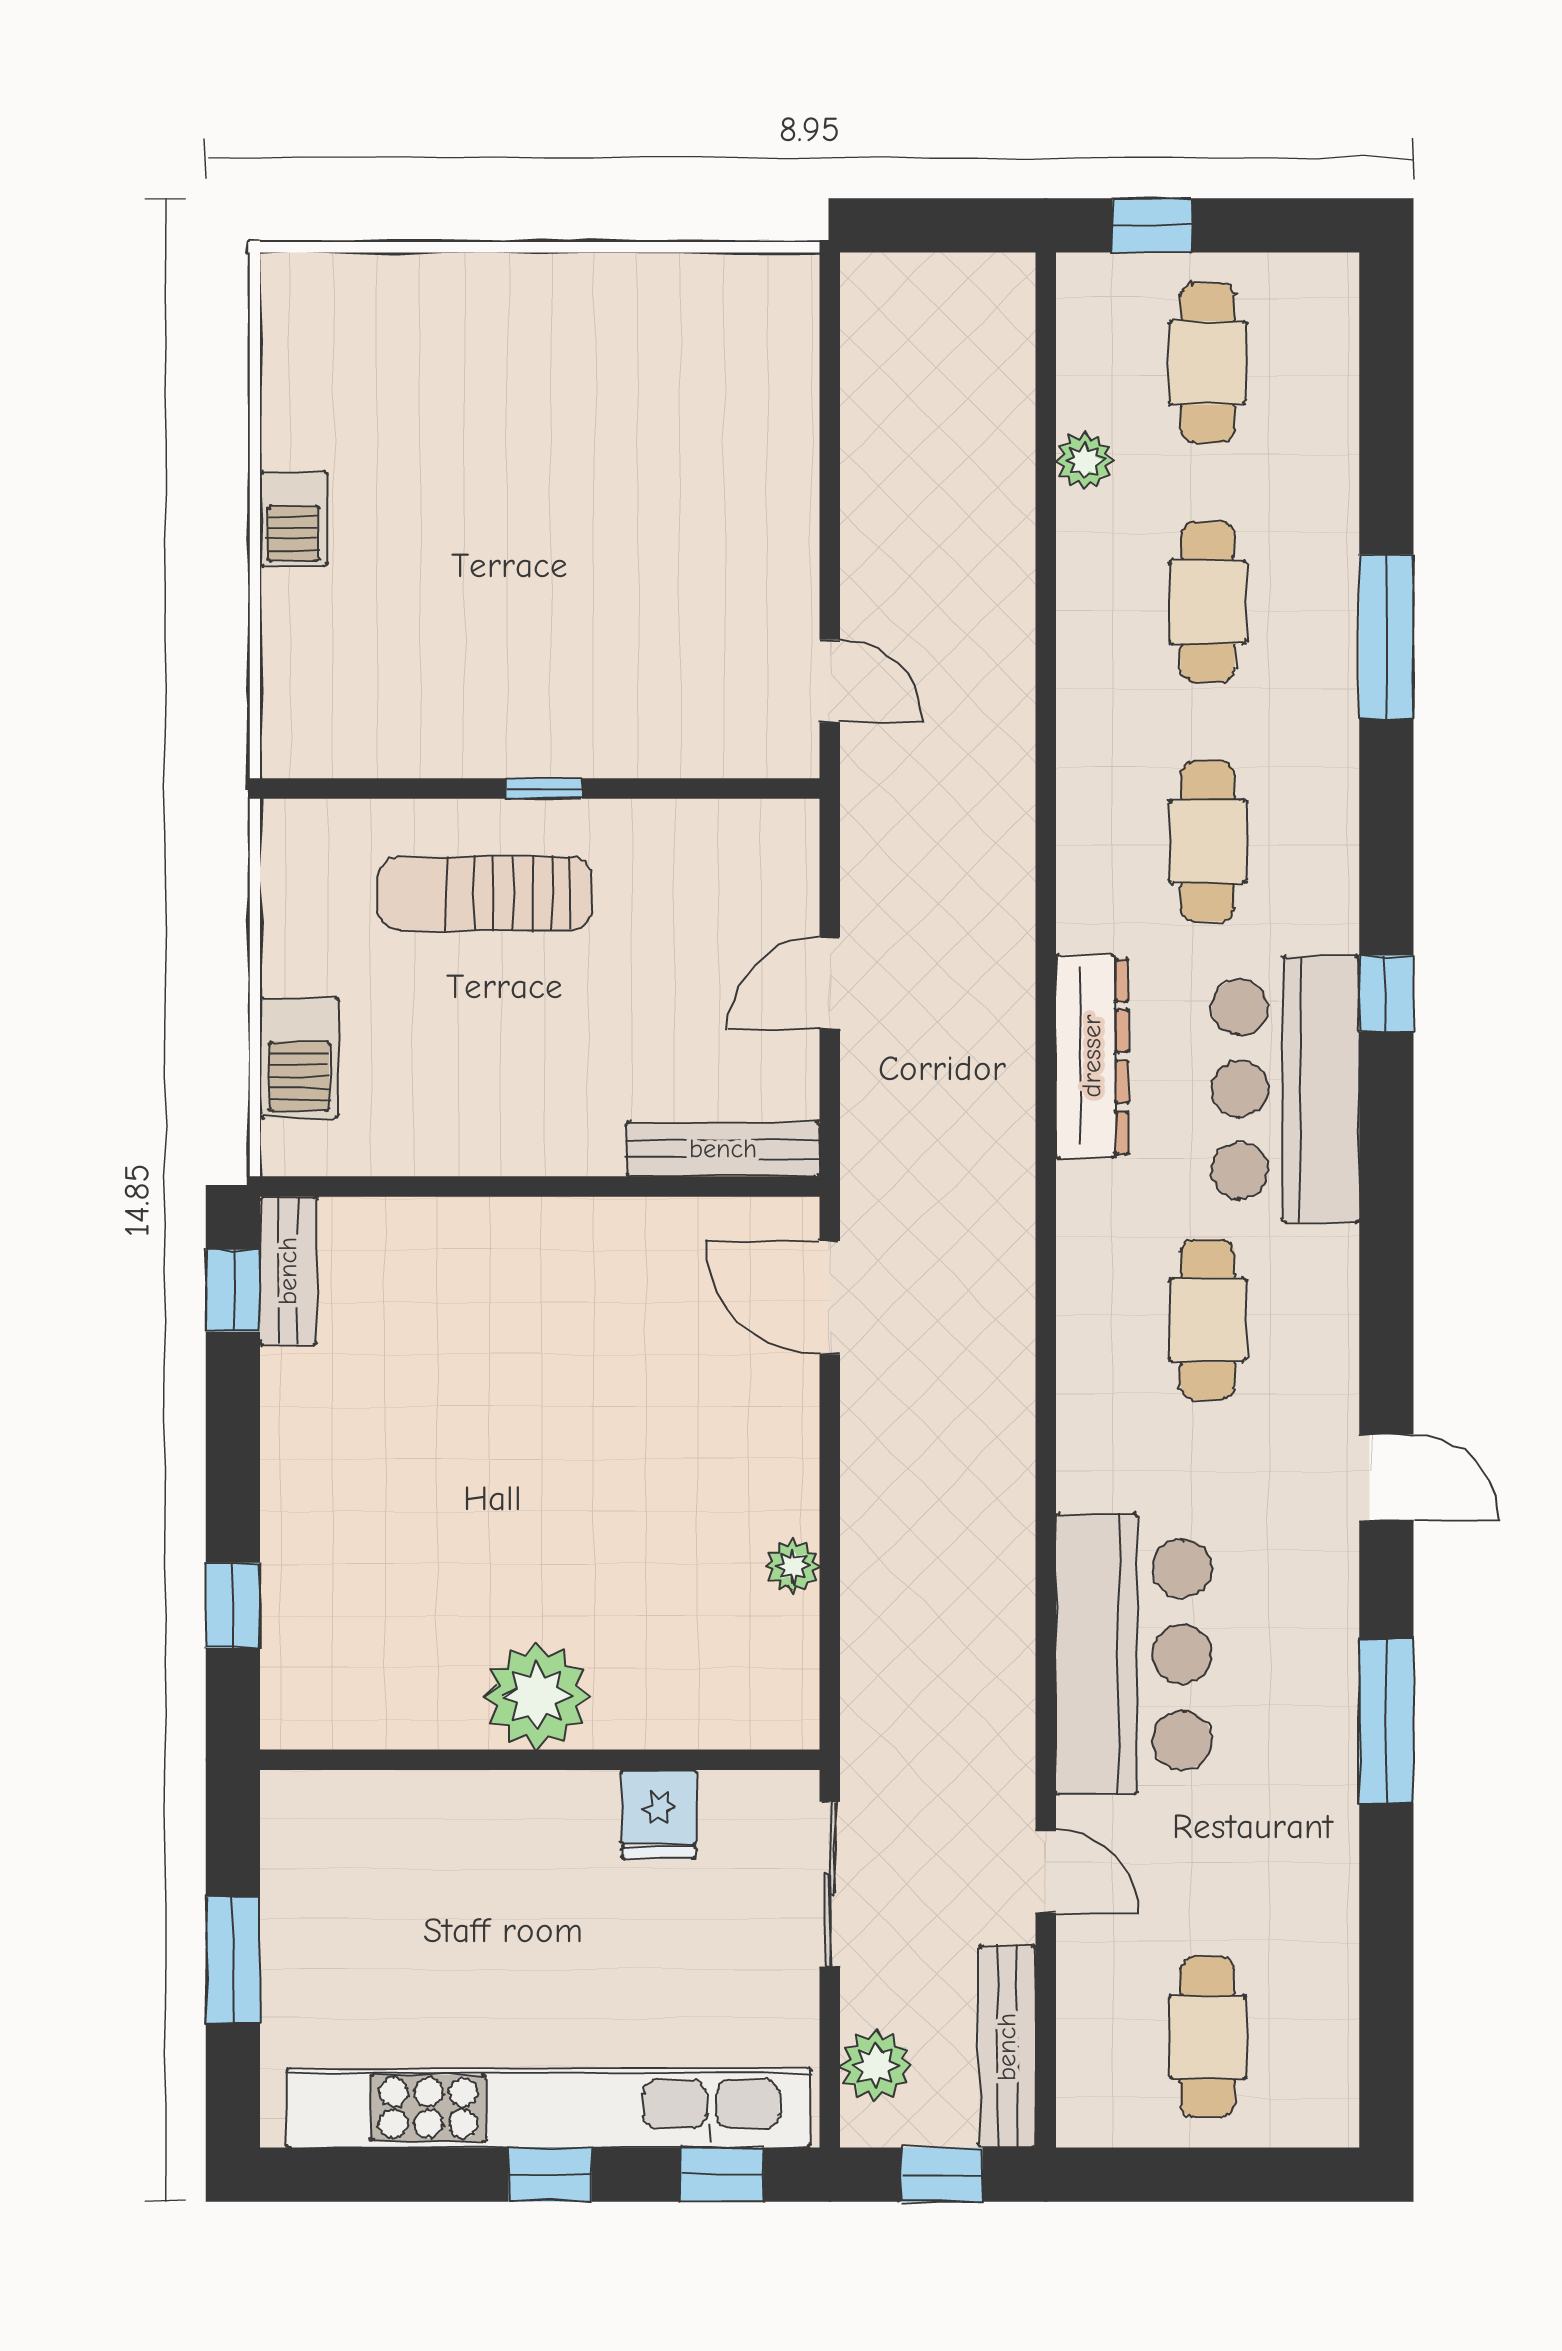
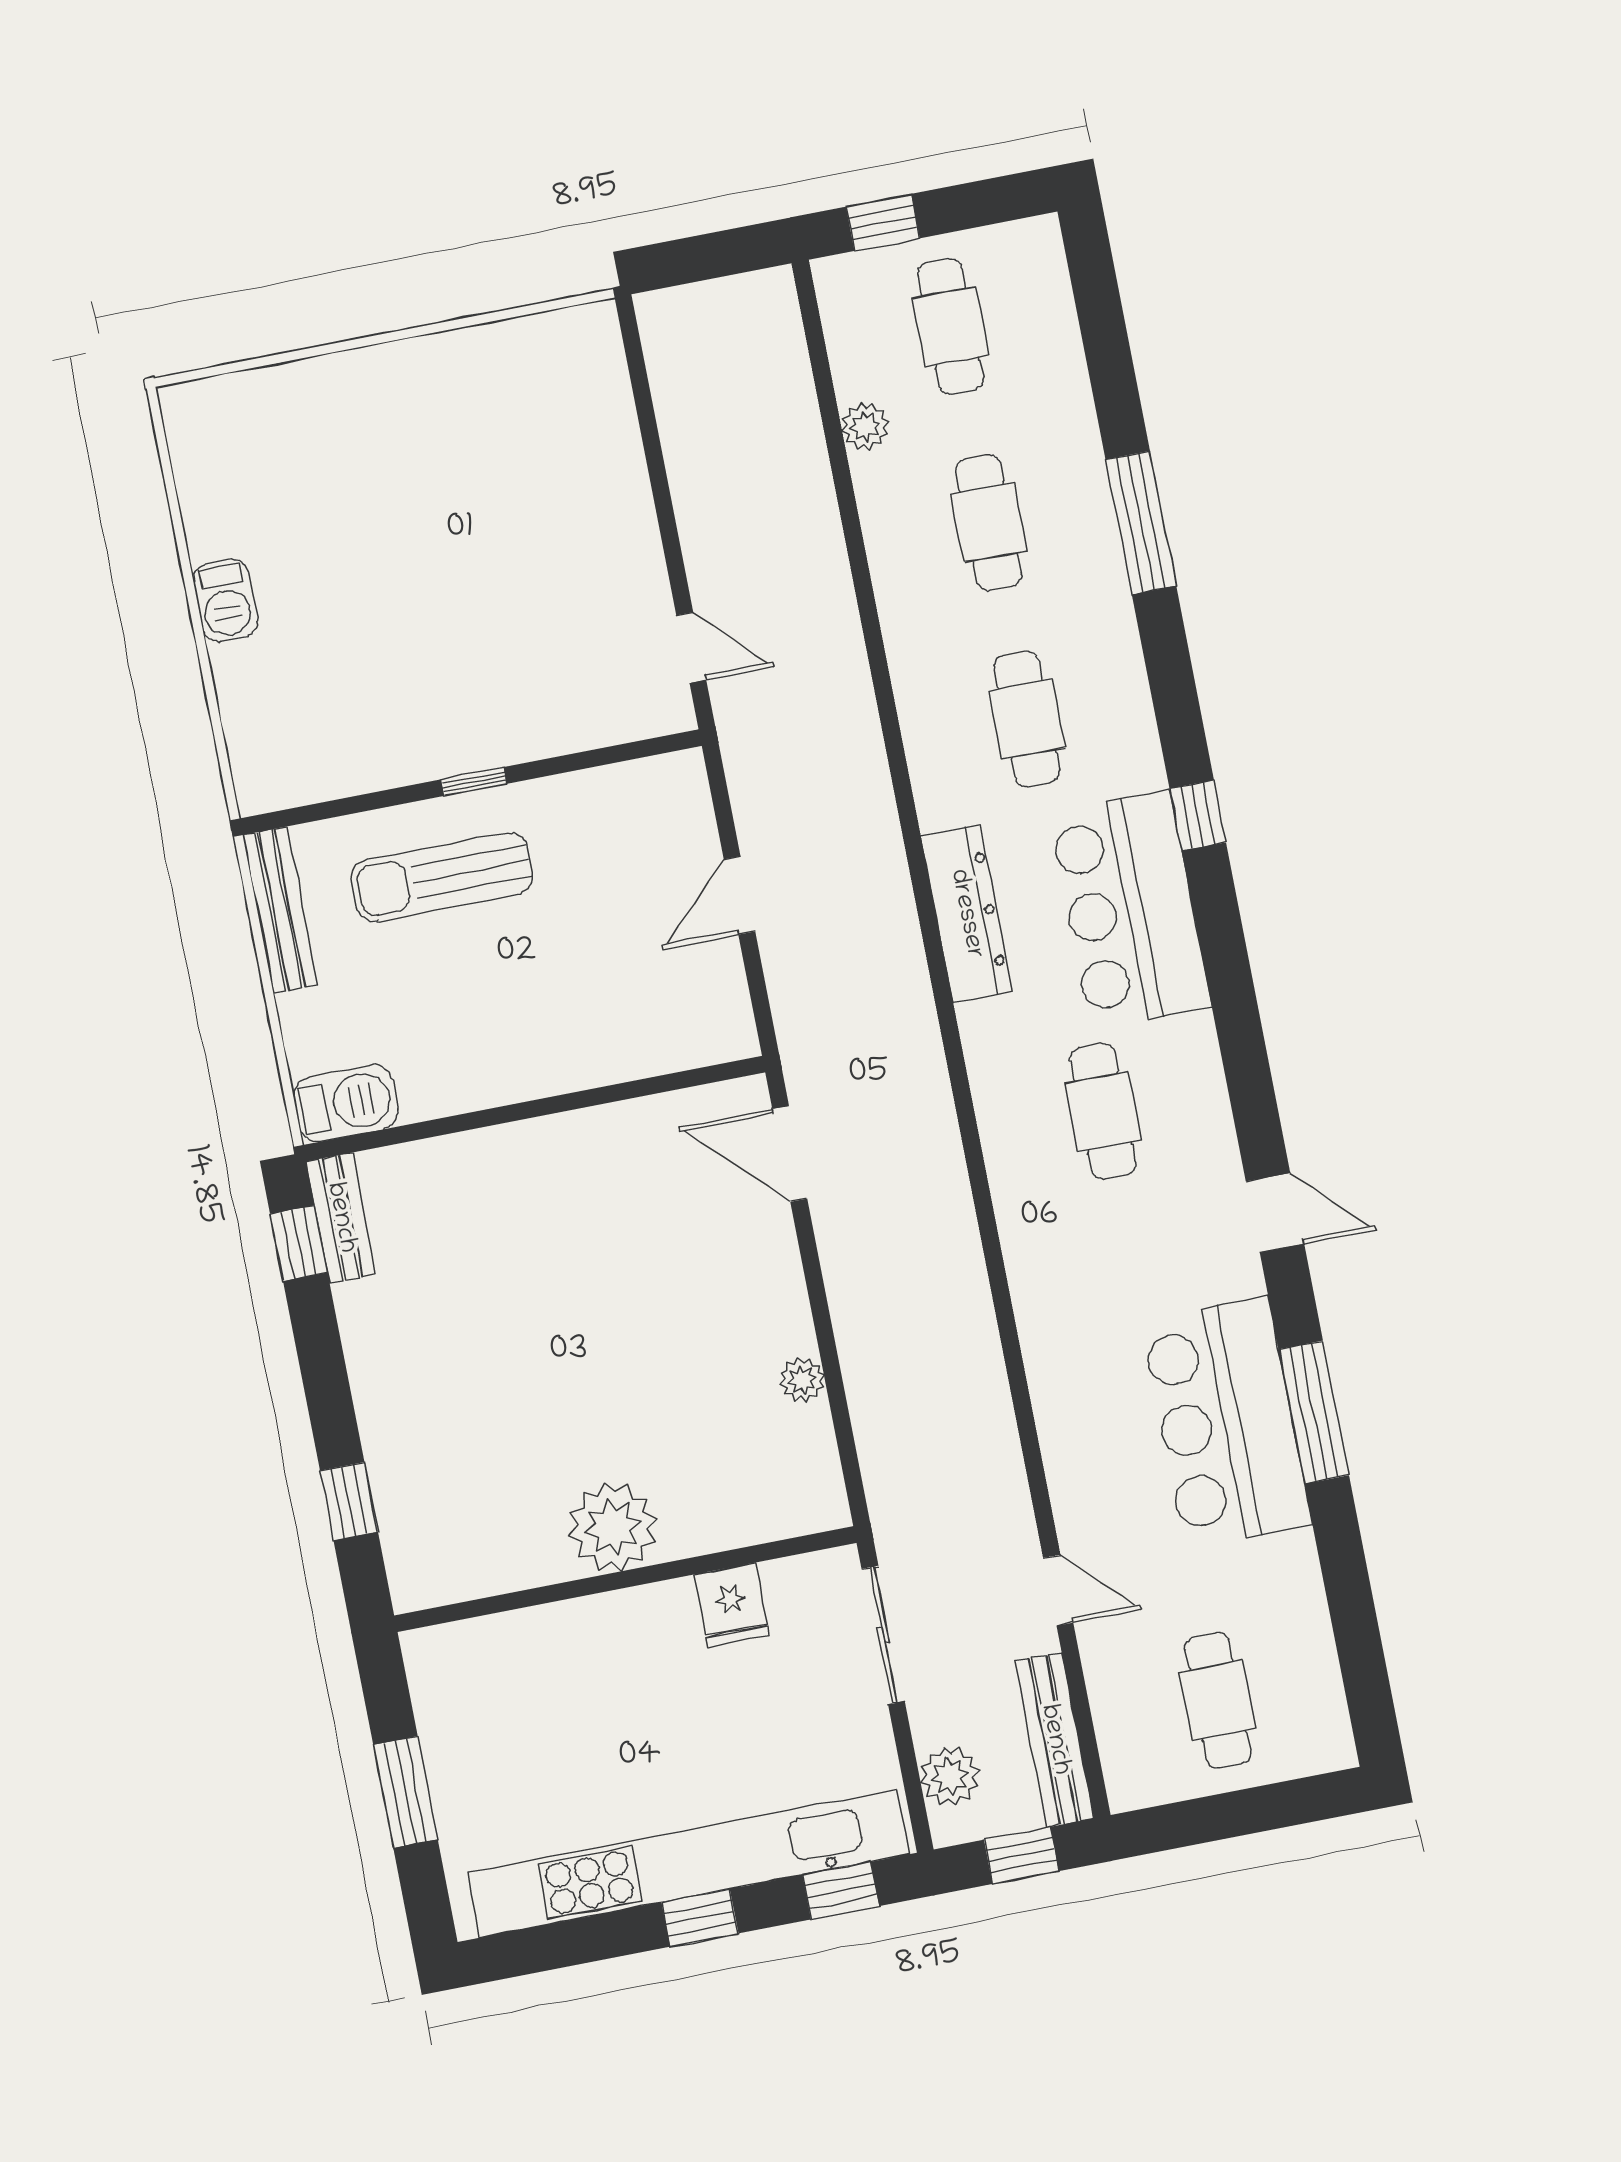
barbecue: (299, 1058) -> (346, 1103), moved, turned -90
bench: (723, 1149) -> (280, 910), moved, turned 90
bar counter: (1134, 1654) -> (1226, 1423), moved, turned 180

